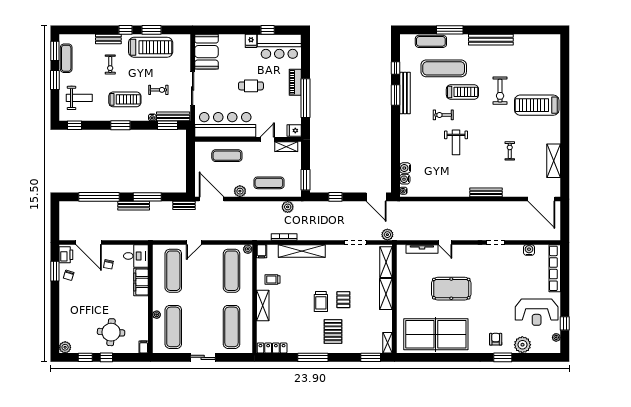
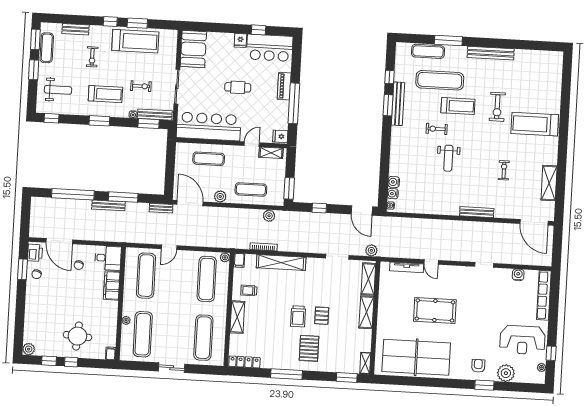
bench: (108, 39) -> (76, 29), moved

